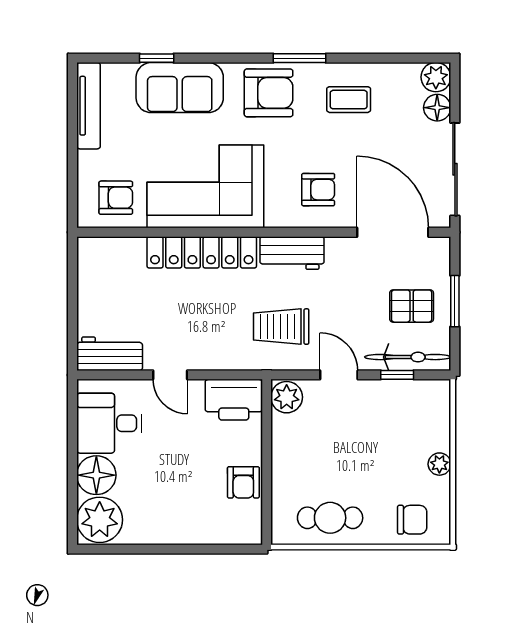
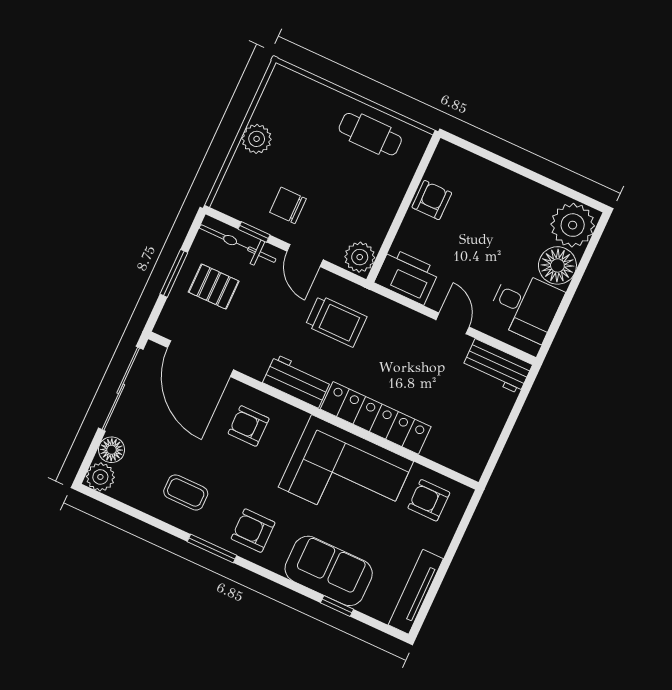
armchair: (269, 93) -> (253, 531), width x0.72, depth x0.72
plant: (439, 464) -> (257, 139), width x1.38, depth x1.38
chair: (412, 520) -> (288, 205), moved

